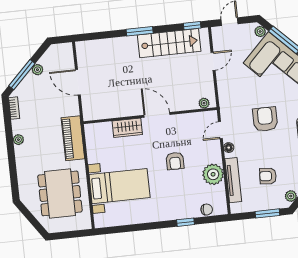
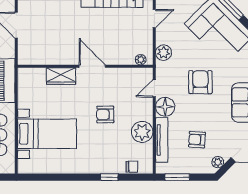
plant: (226, 94) -> (163, 53), added
floor lamp: (229, 148) -> (165, 107), width x1.89, depth x1.89
armchair: (175, 161) -> (105, 115), turned 90
window: (267, 213) -> (177, 177), moved

